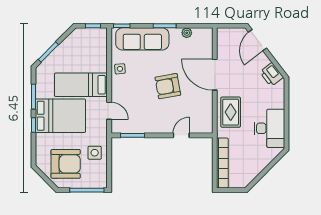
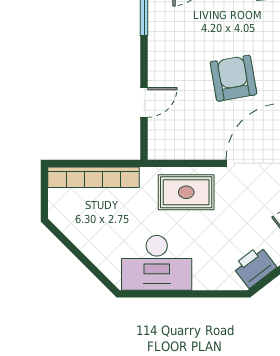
door: (181, 135) -> (144, 102), hinge flipped

